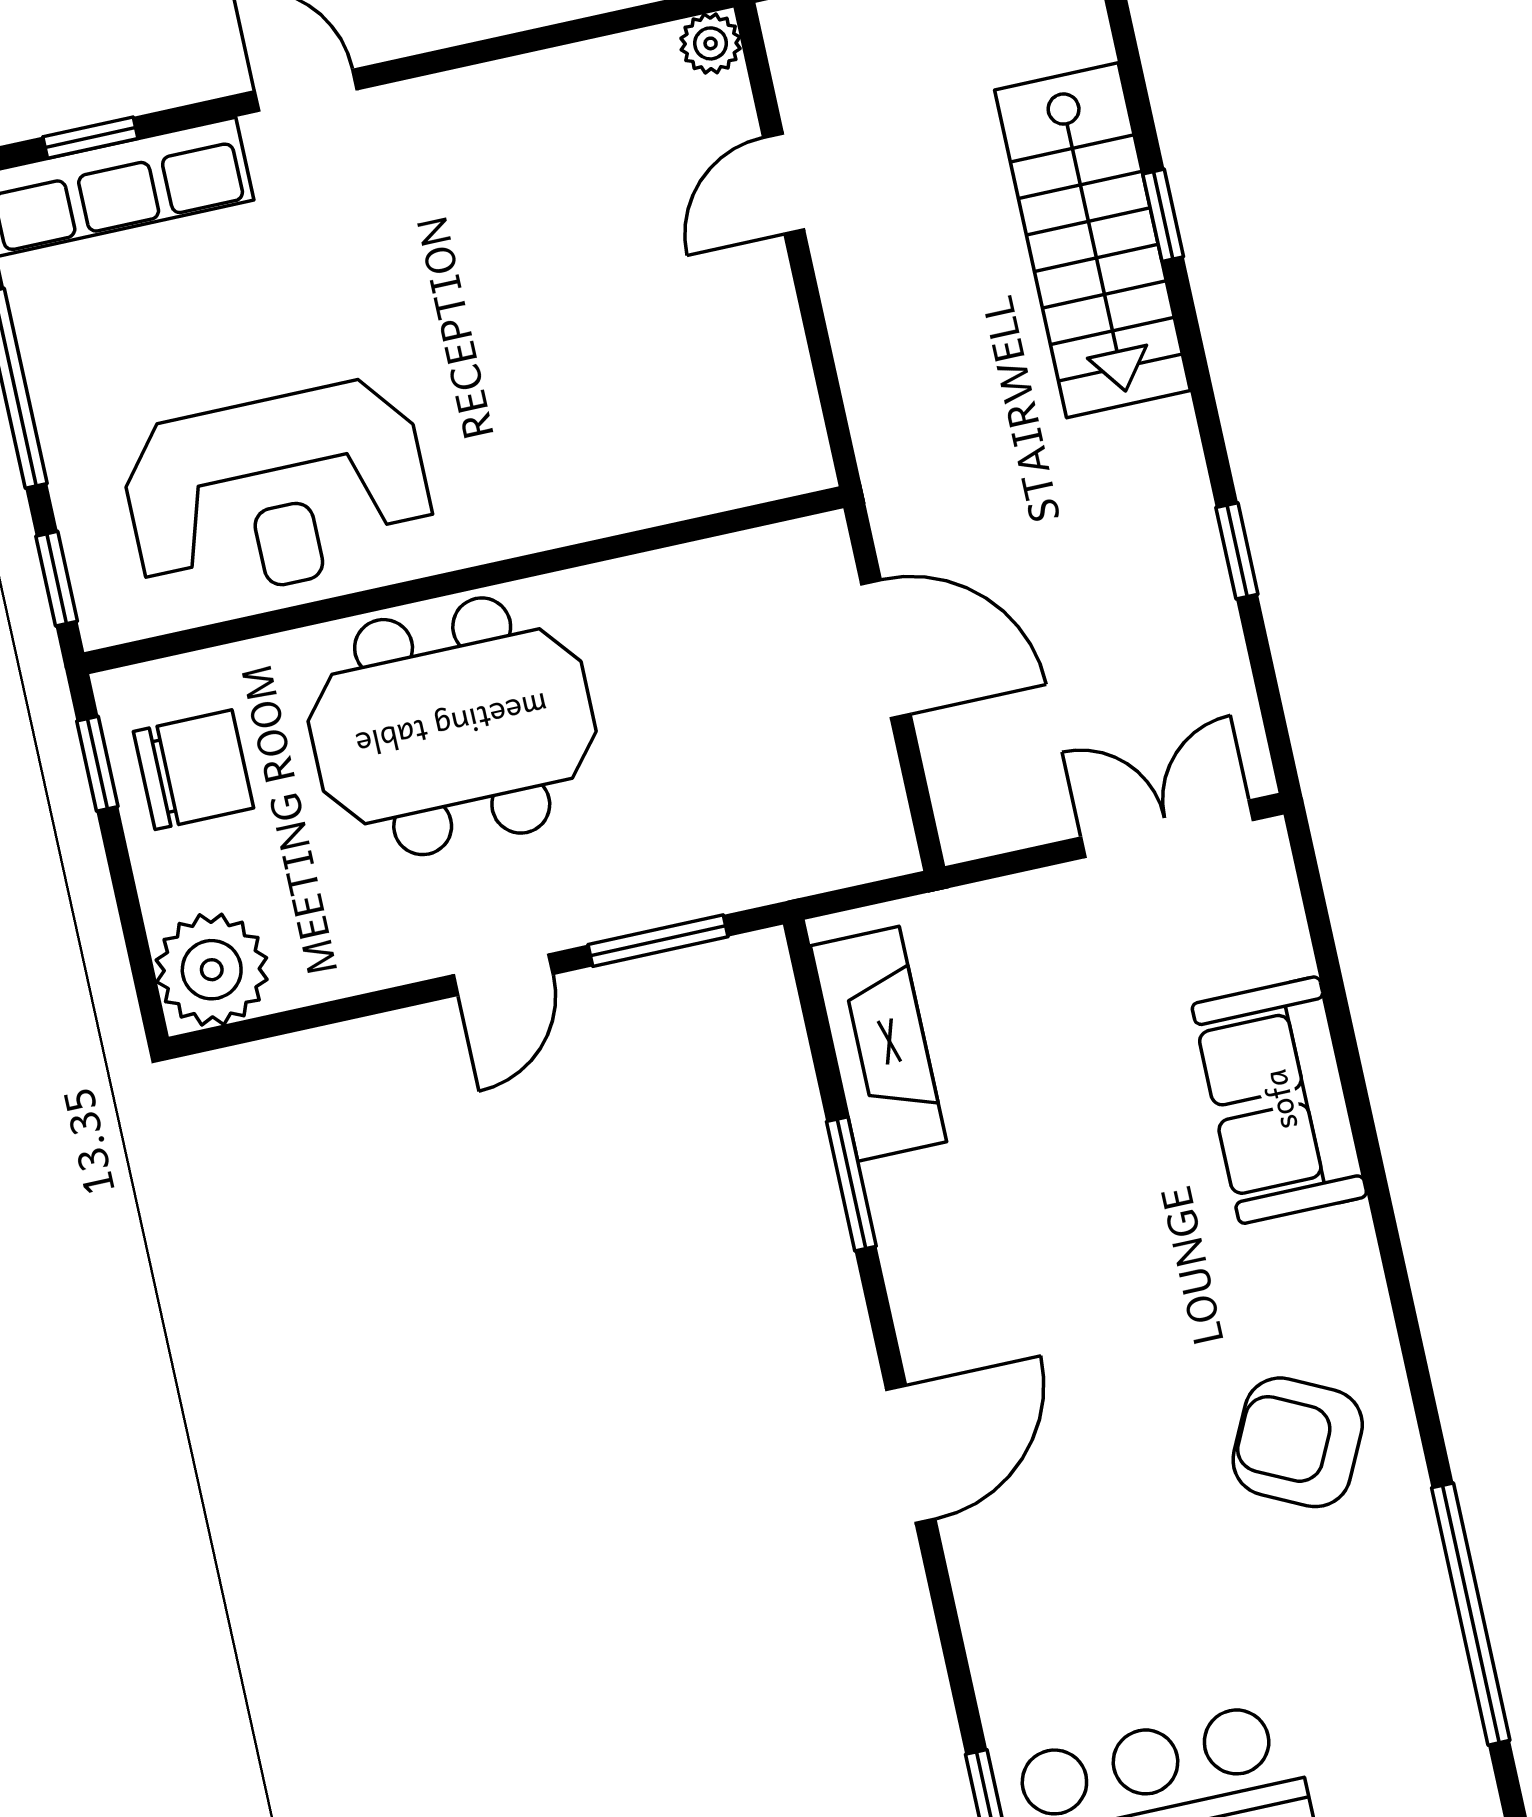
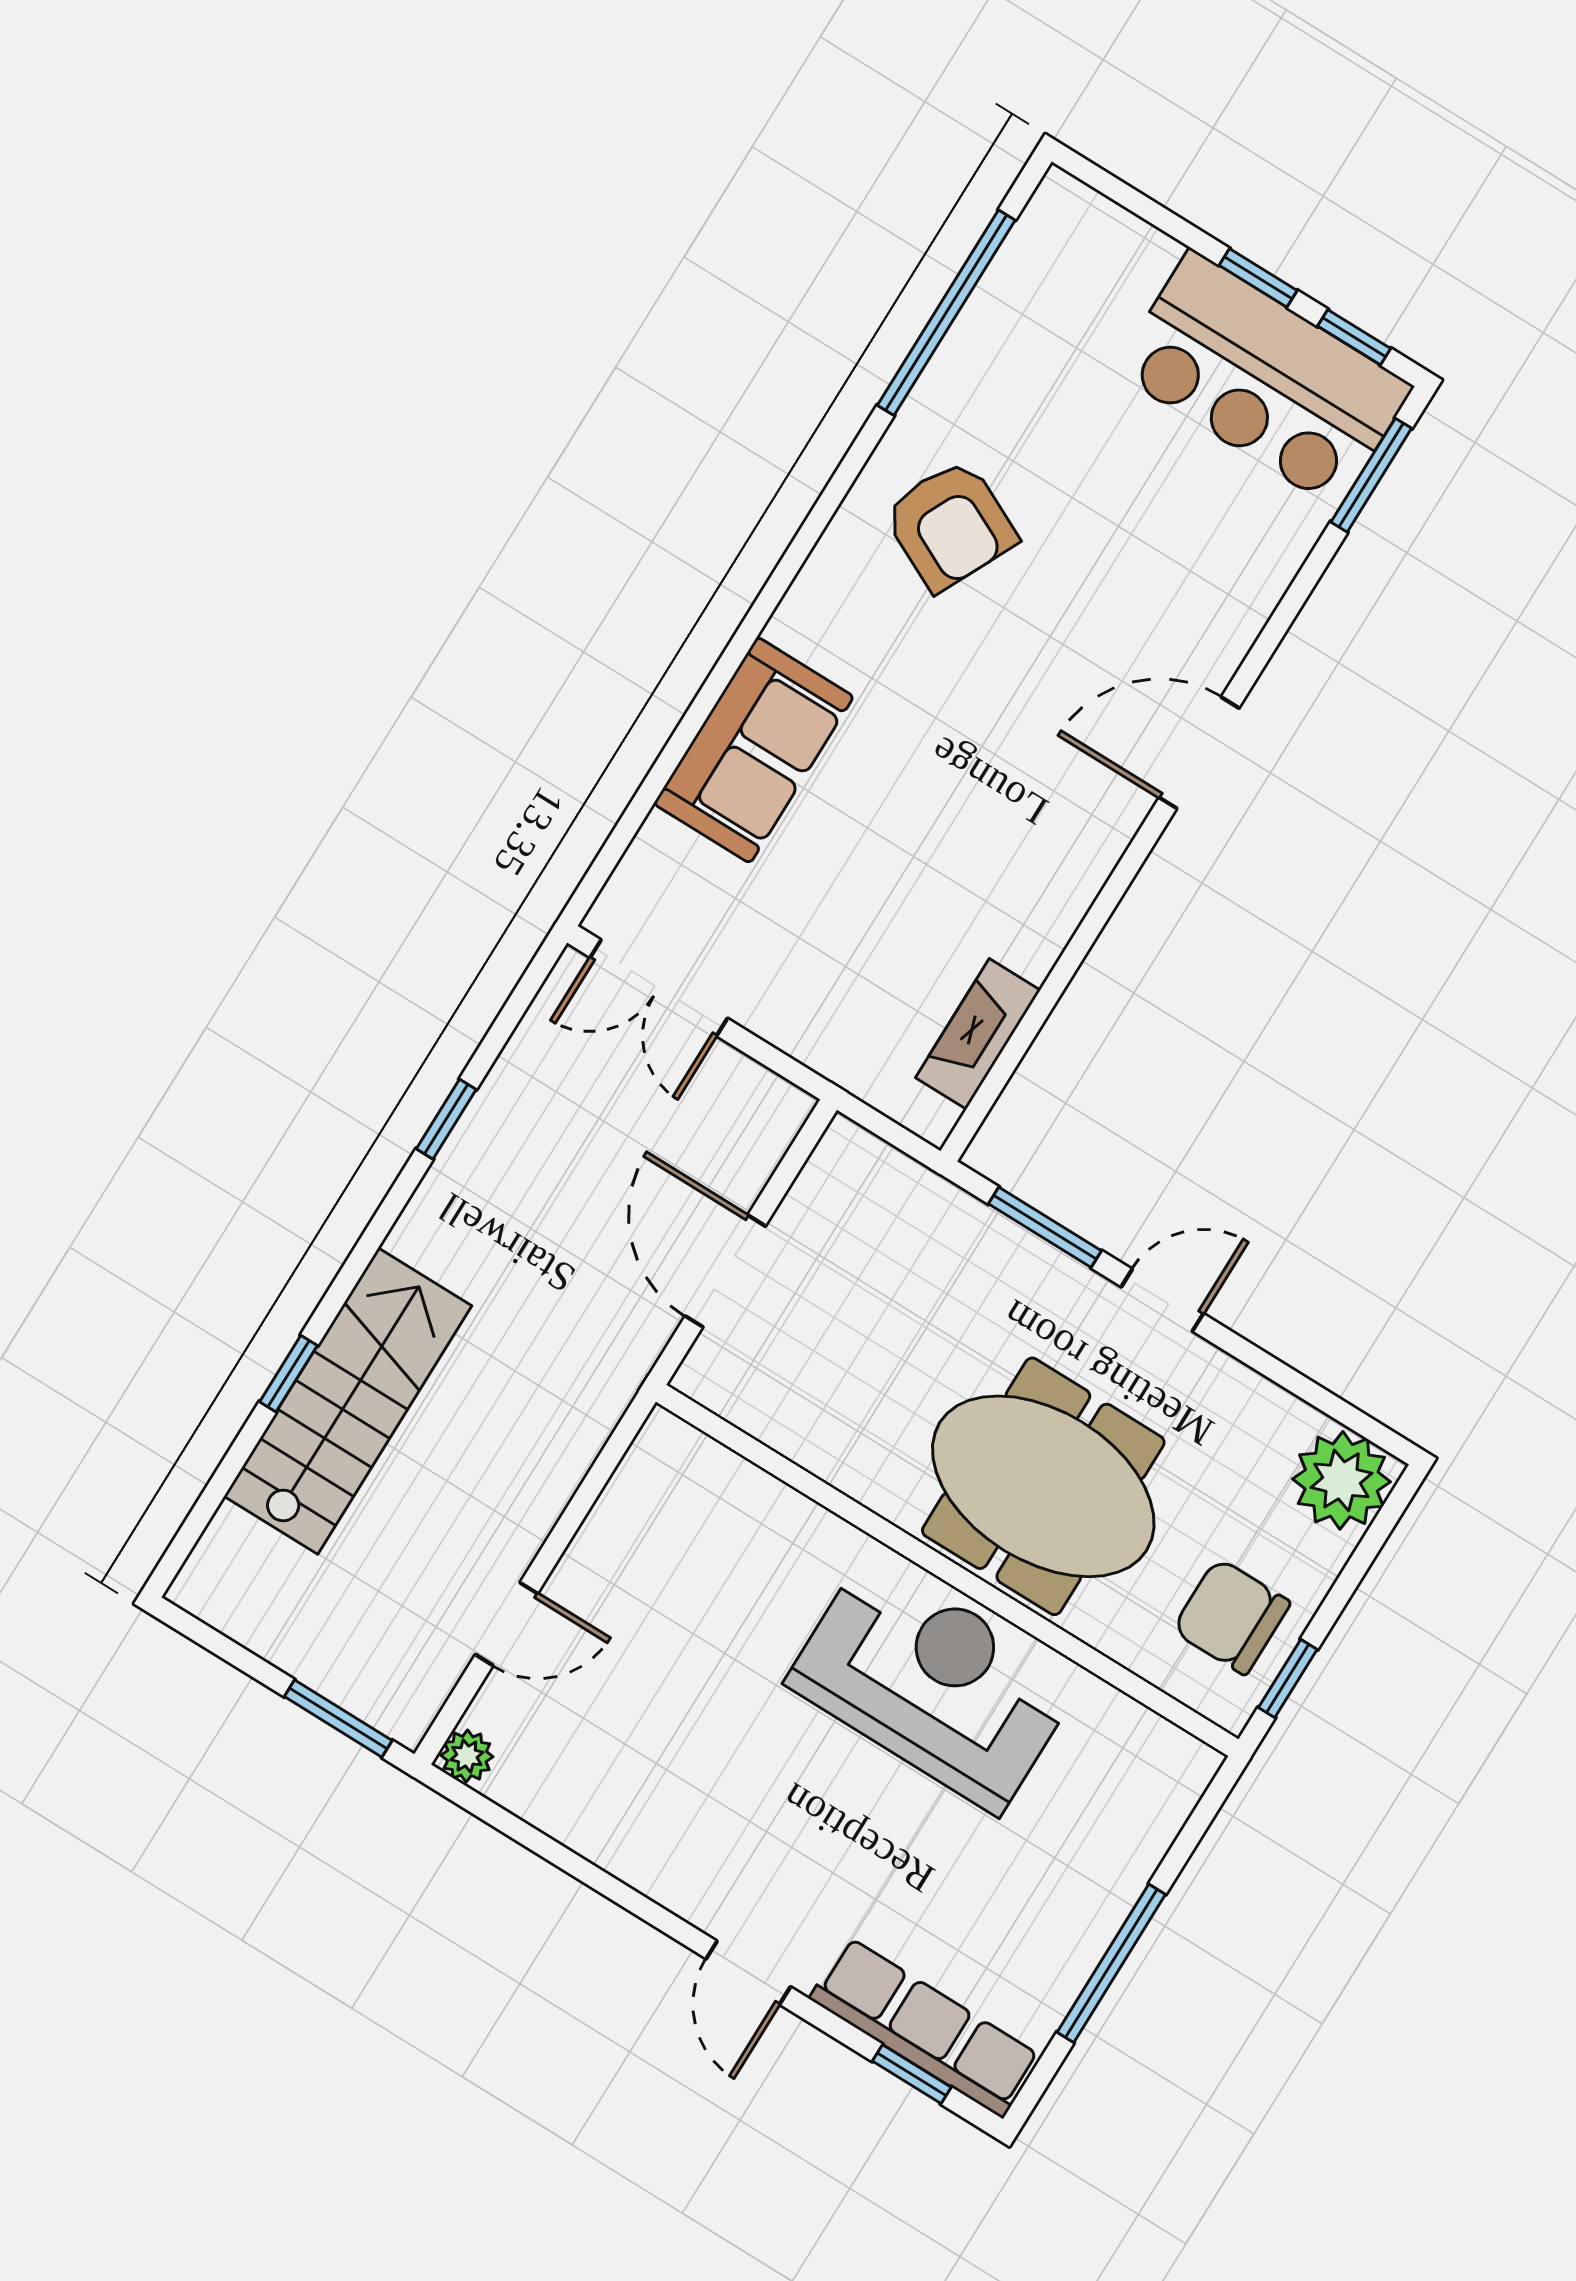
reception desk: (277, 492) -> (933, 1683), moved
window: (57, 579) -> (1201, 1819), removed
fireplace: (878, 1044) -> (978, 1034), width x0.73, depth x0.76
window: (851, 1184) -> (1072, 958), removed

